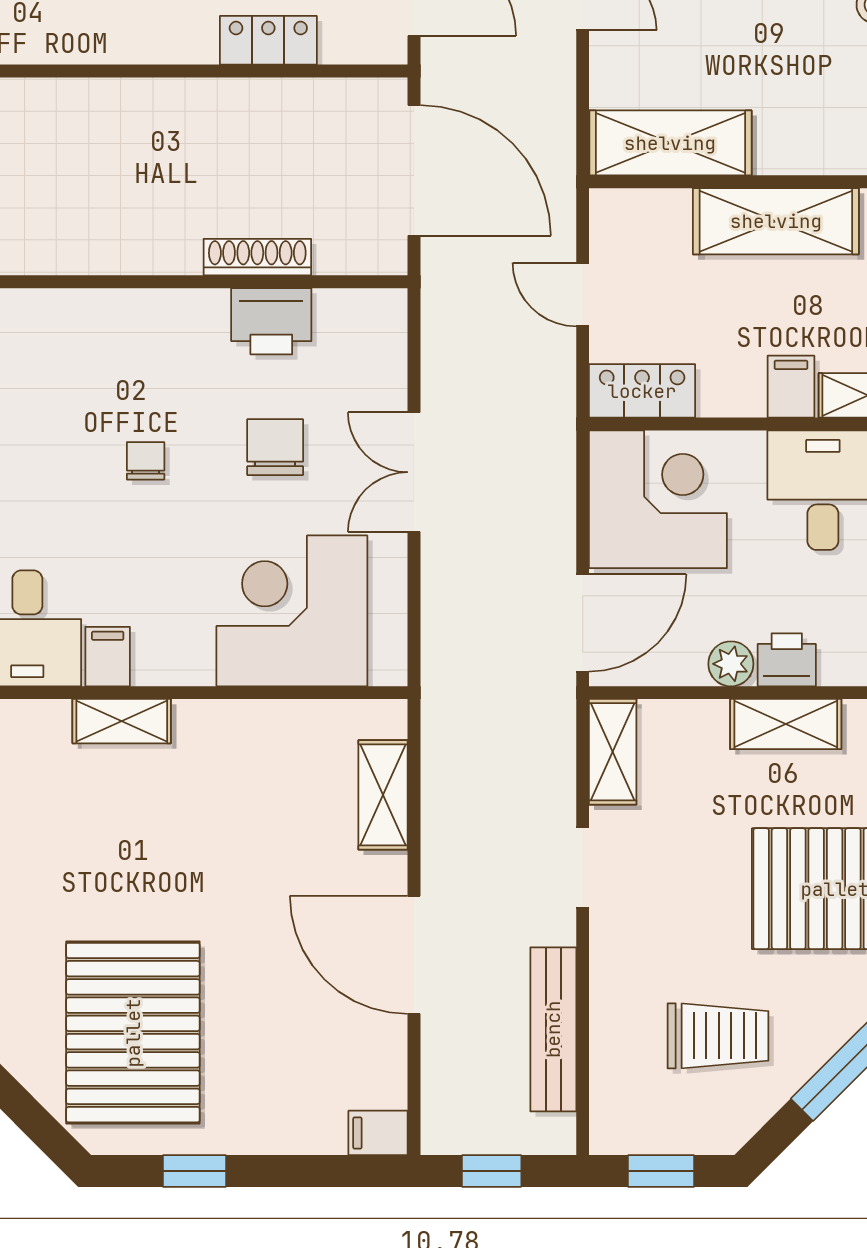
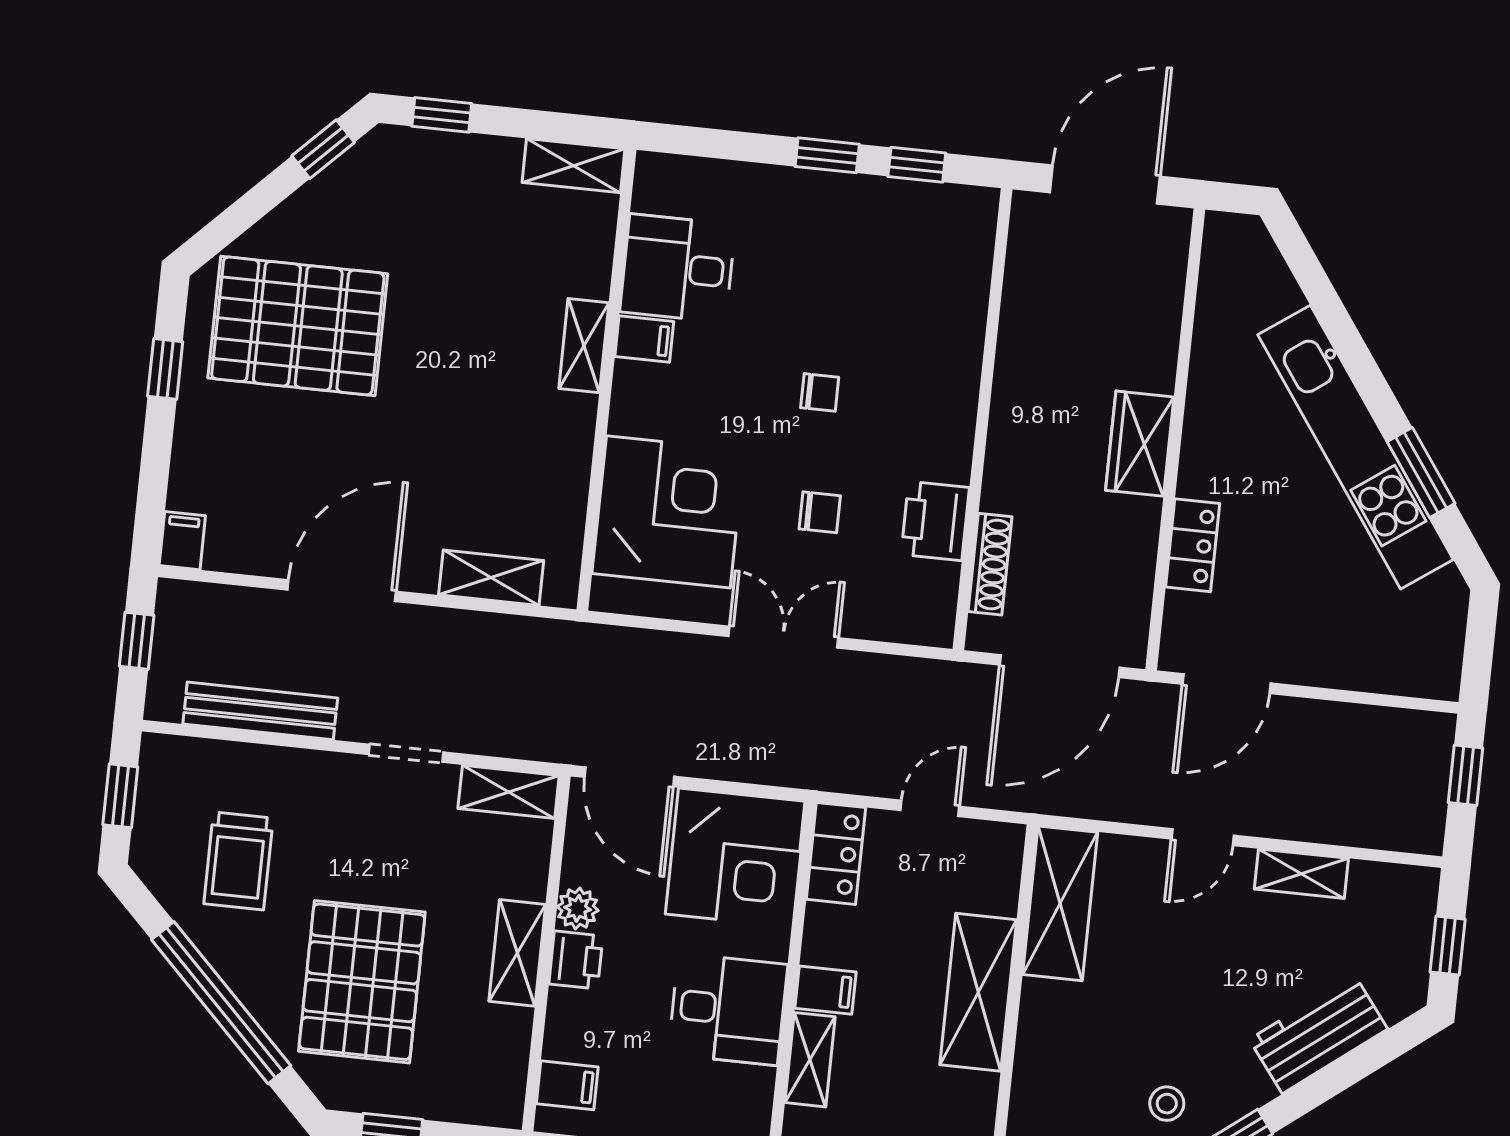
wardrobe: (164, 109) -> (1140, 444), added
shoe rack: (257, 257) -> (990, 564), moved
chair: (275, 447) -> (820, 512), width x0.73, depth x0.73

